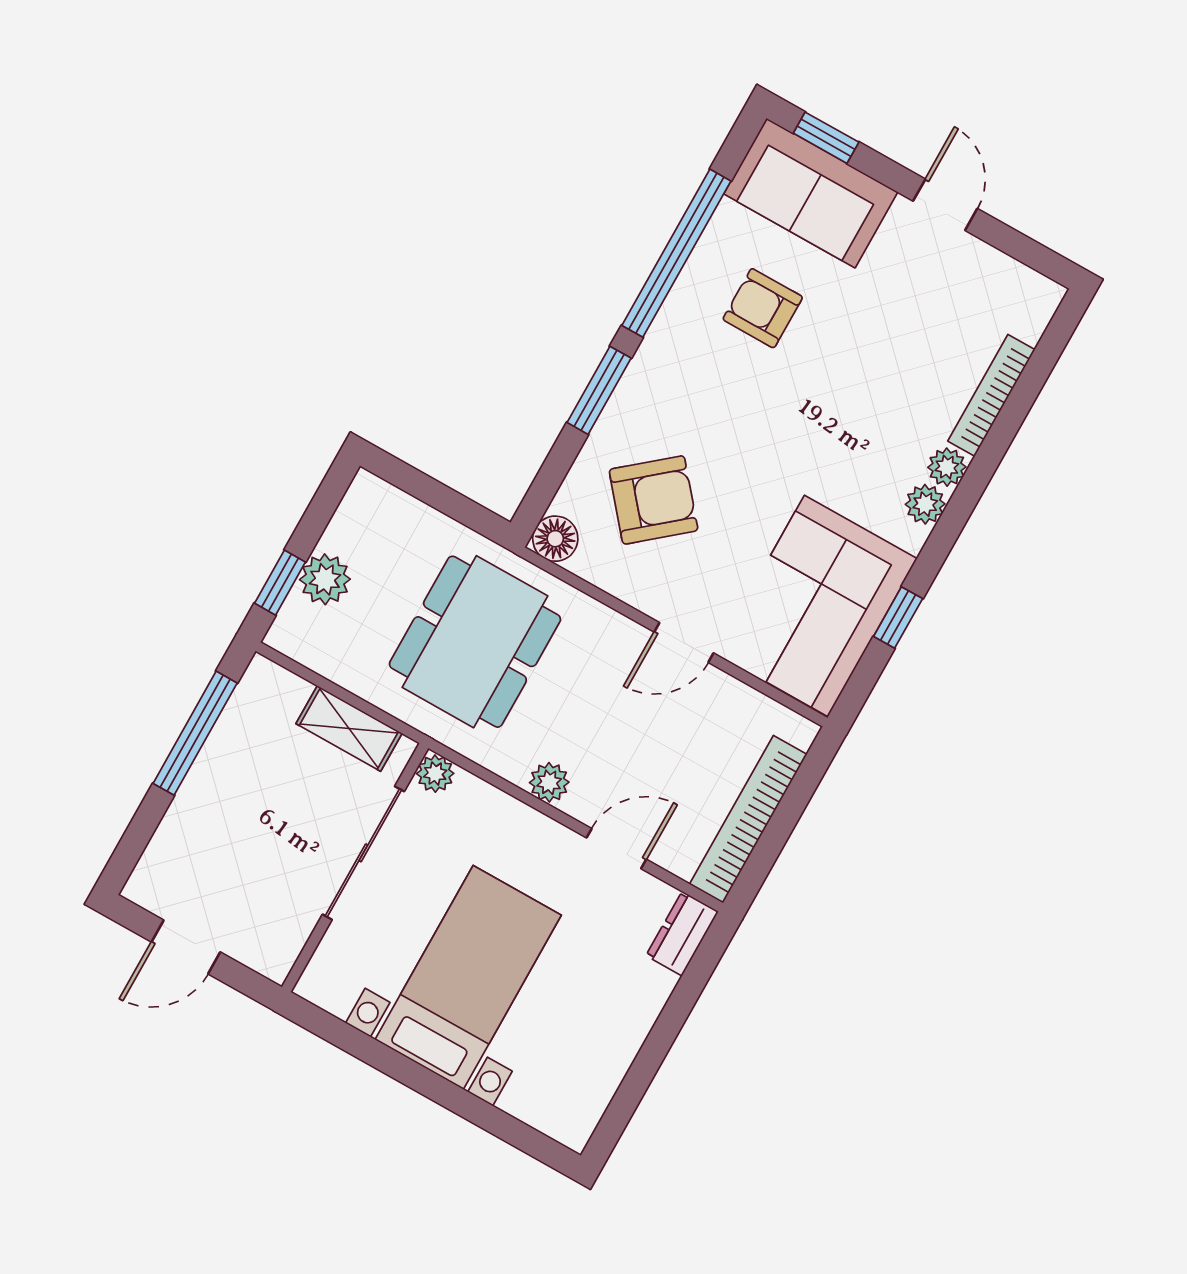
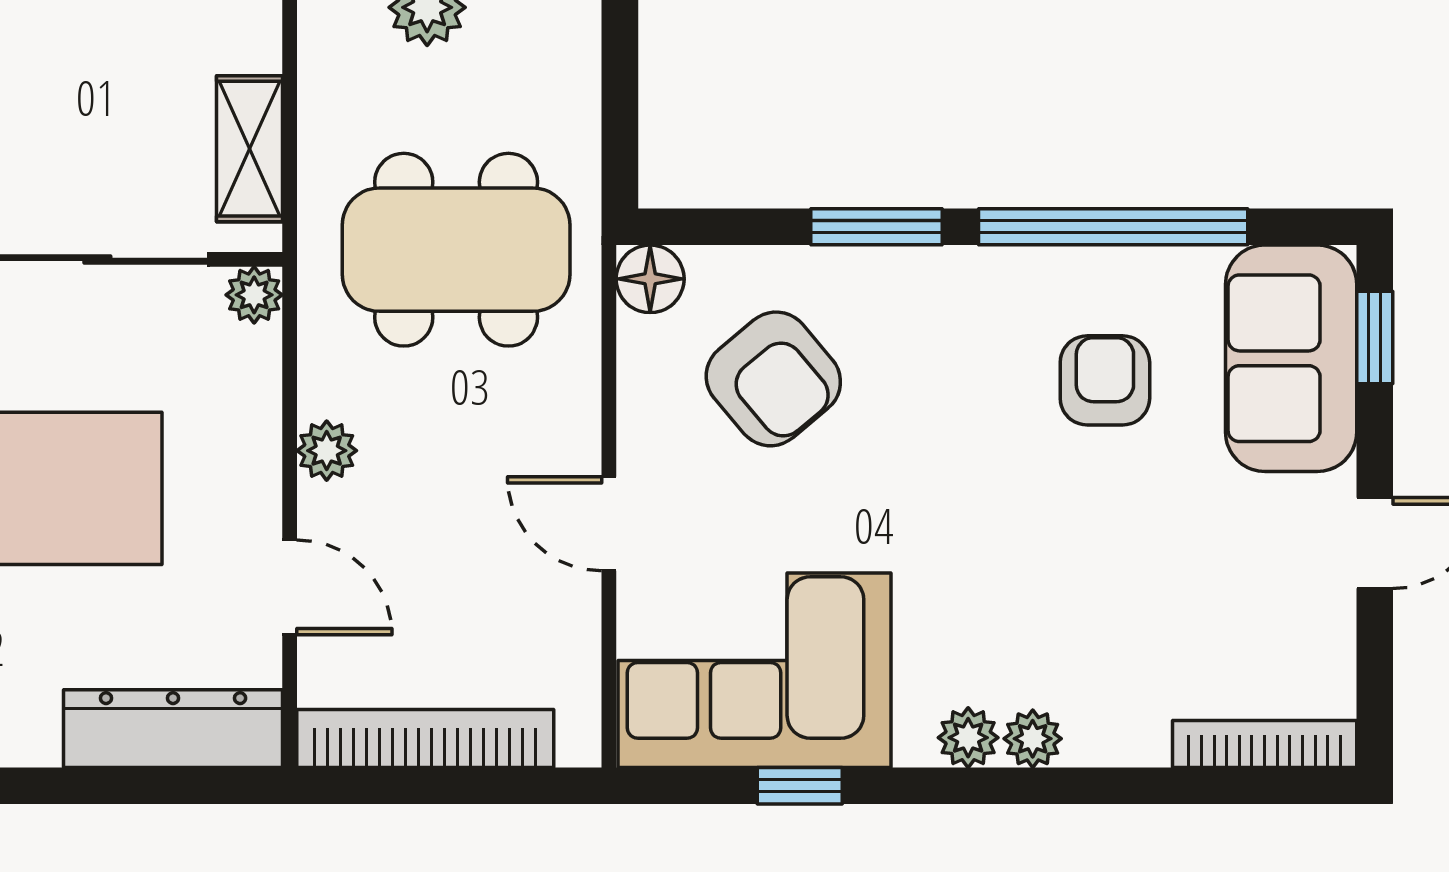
bookcase: (991, 395) -> (1265, 744), moved
dresser: (682, 934) -> (173, 729), width x1.96, depth x1.24

